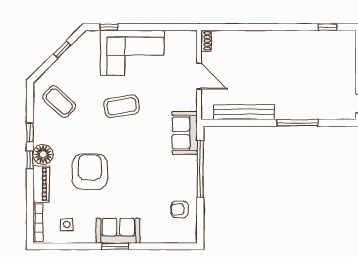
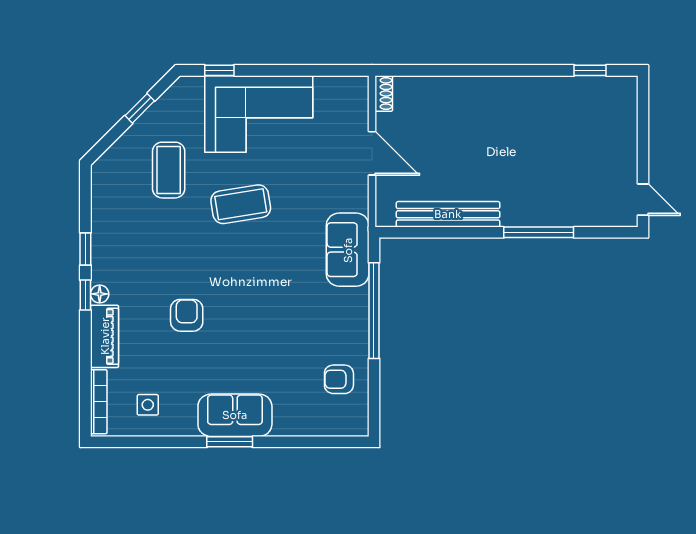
coffee table: (59, 102) -> (169, 170), moved, turned 47
floor lamp: (43, 154) -> (100, 294), width x0.53, depth x0.53
armchair: (90, 172) -> (187, 315), width x0.53, depth x0.53

